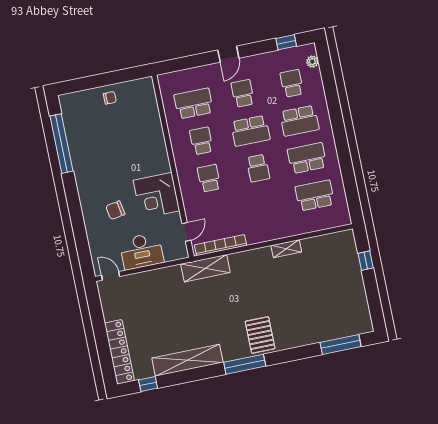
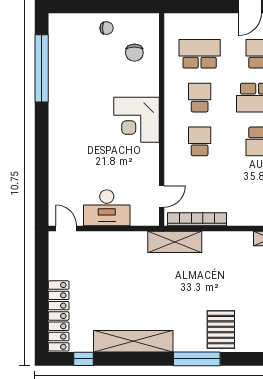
corner desk: (156, 195) -> (136, 120), moved
chair: (115, 210) -> (134, 53), moved, turned -80

